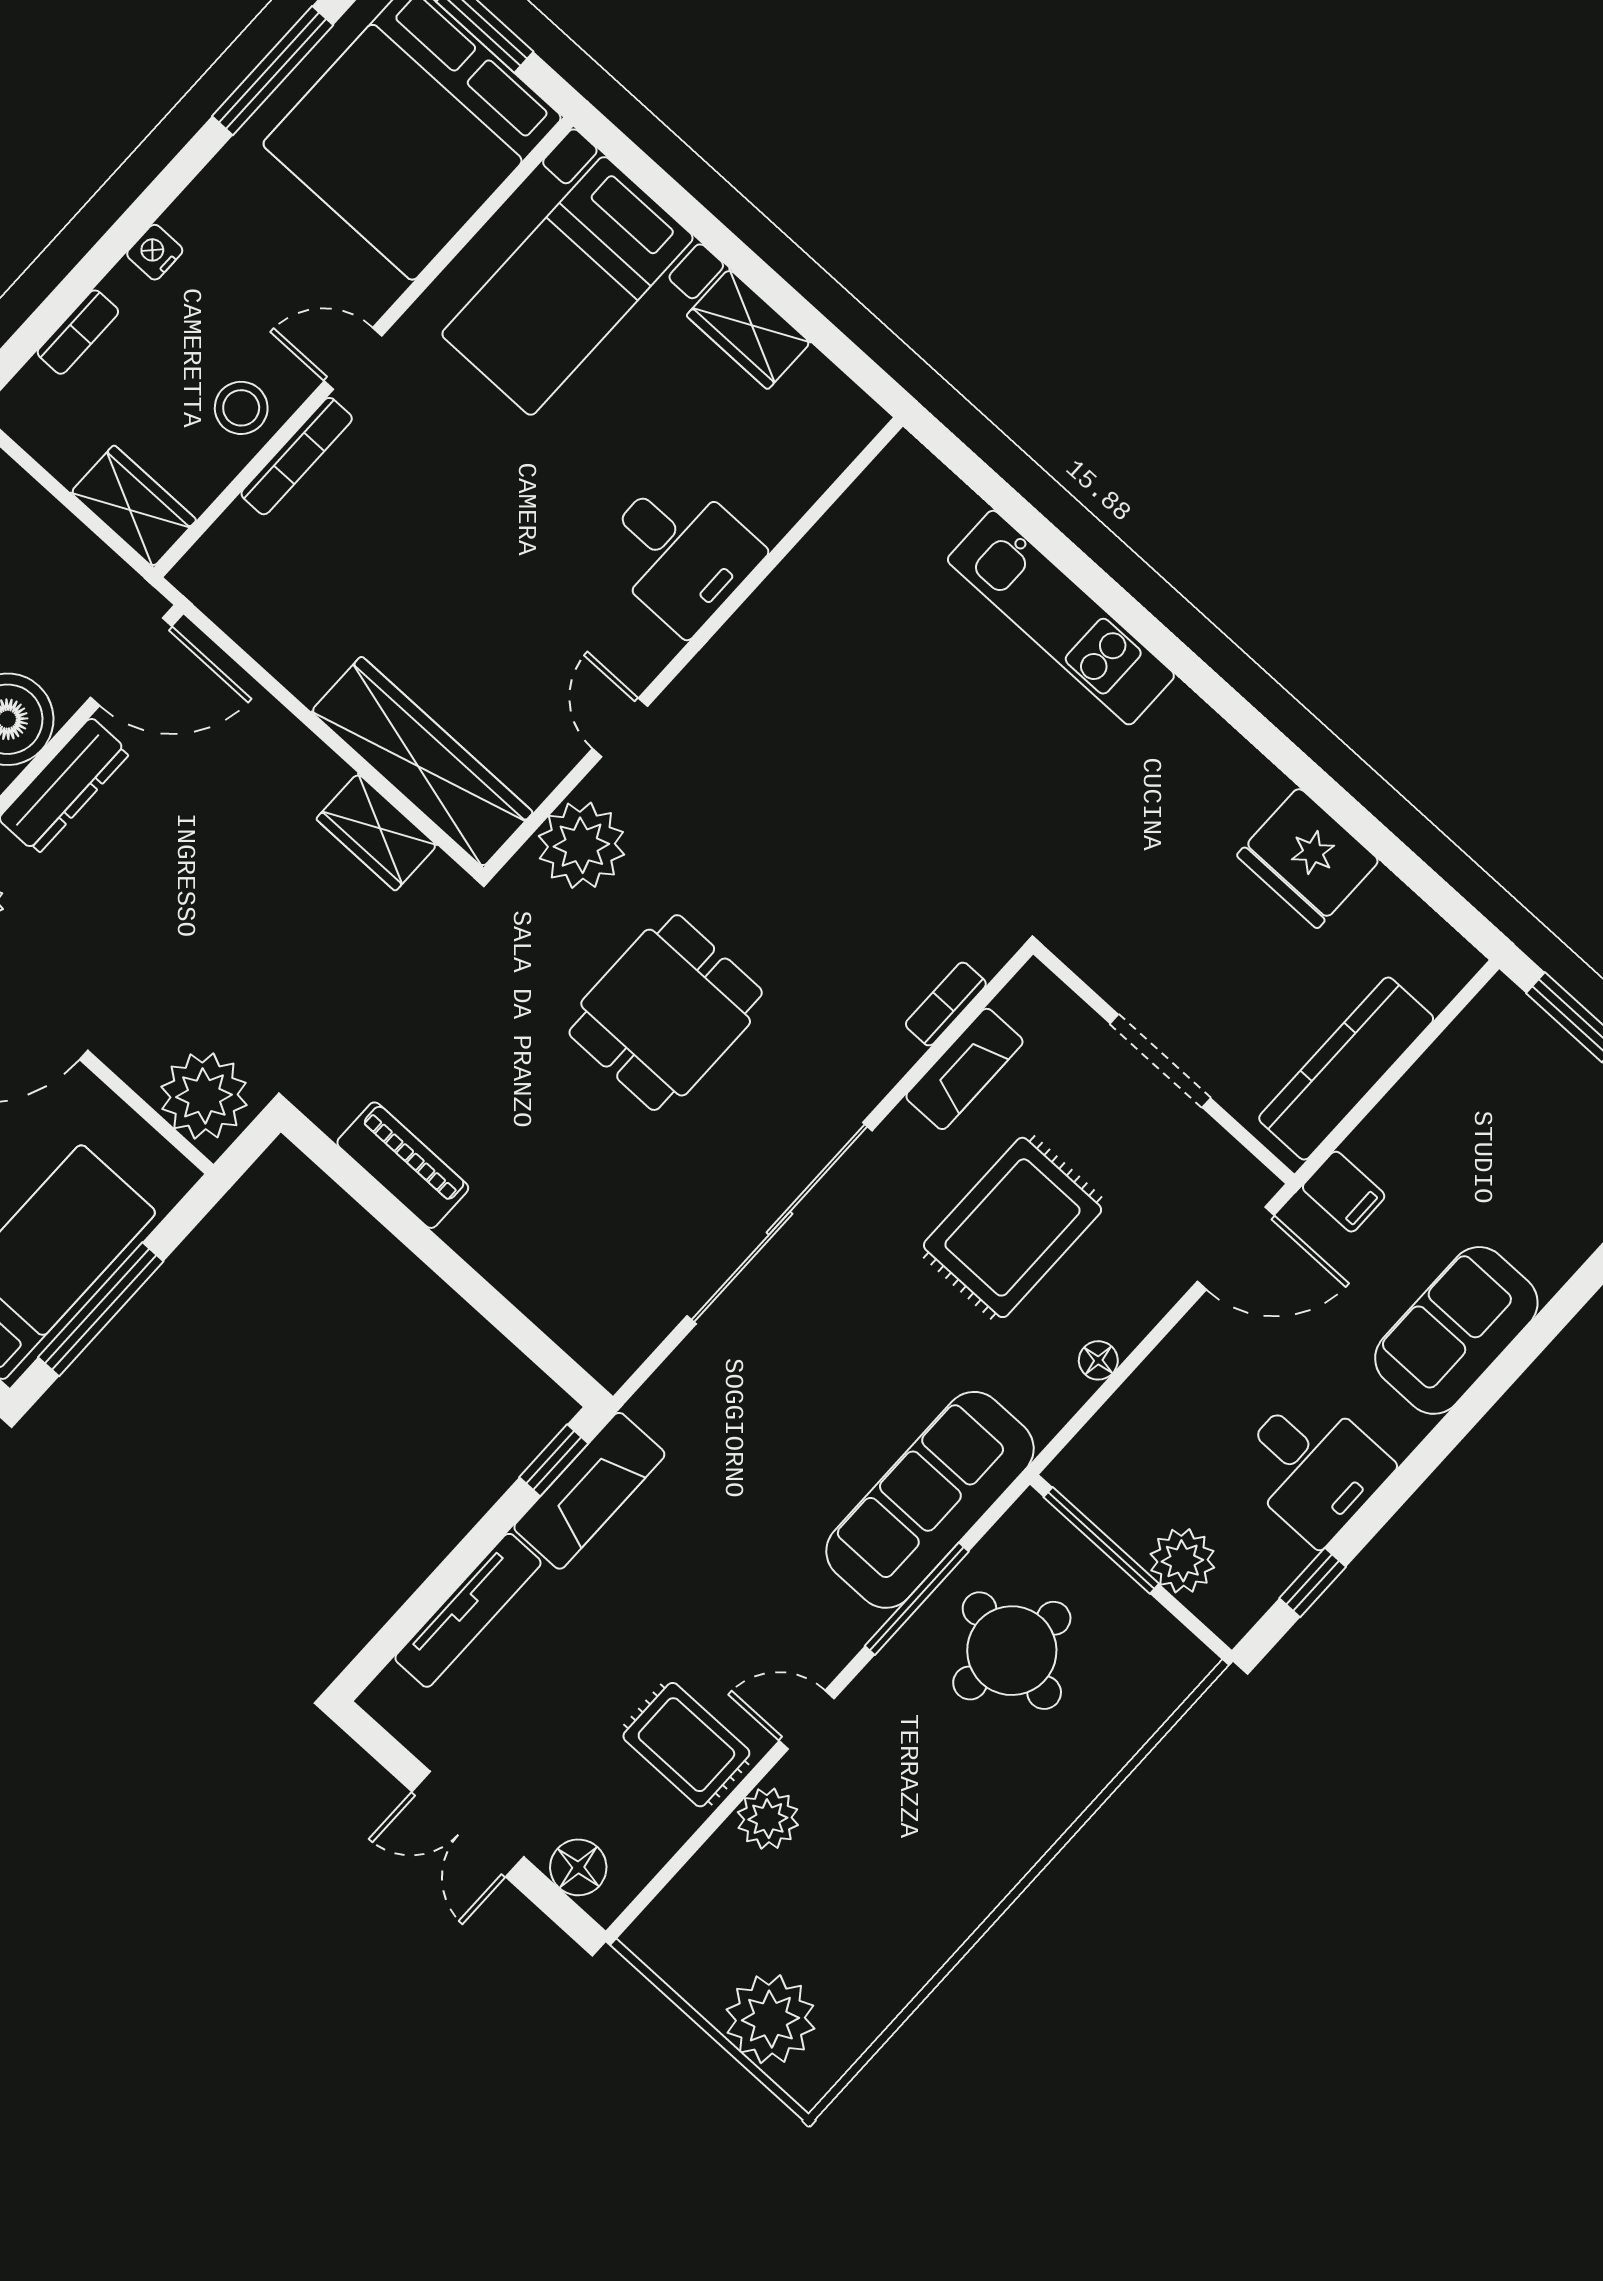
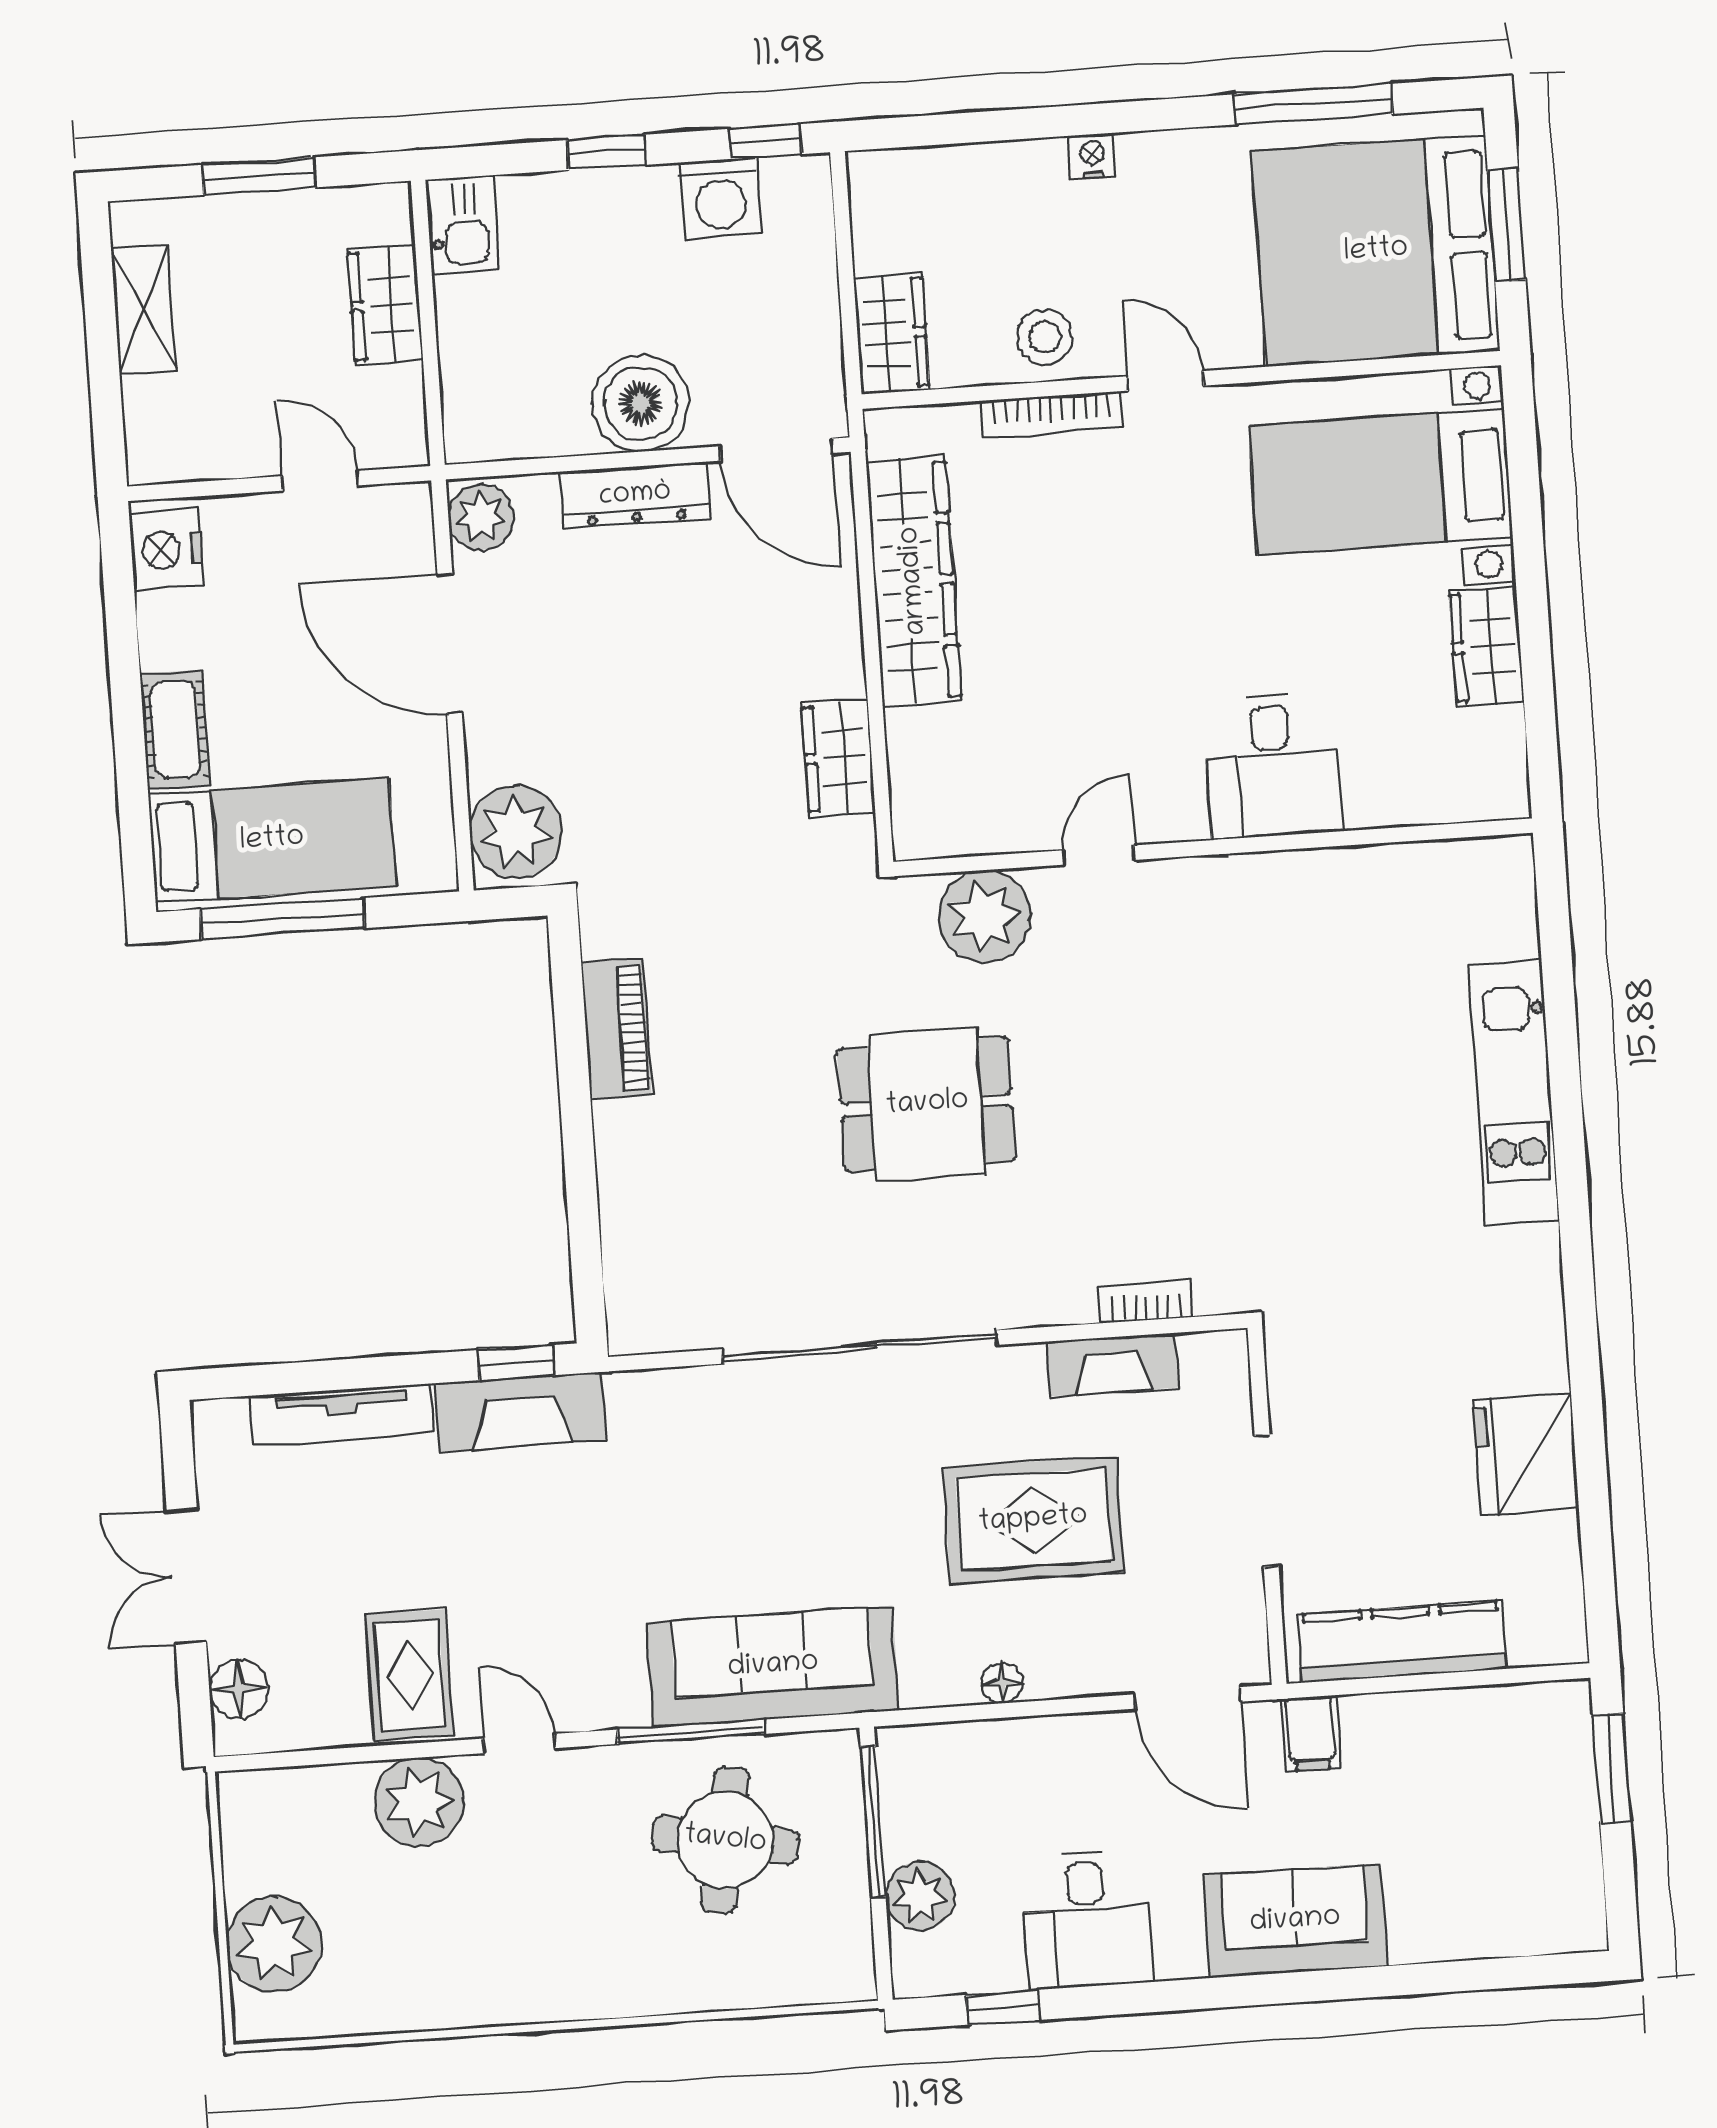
bookcase: (78, 332) -> (976, 161), removed
wardrobe: (422, 762) -> (914, 581), moved
plant: (768, 1819) -> (419, 1802), width x1.36, depth x1.36

